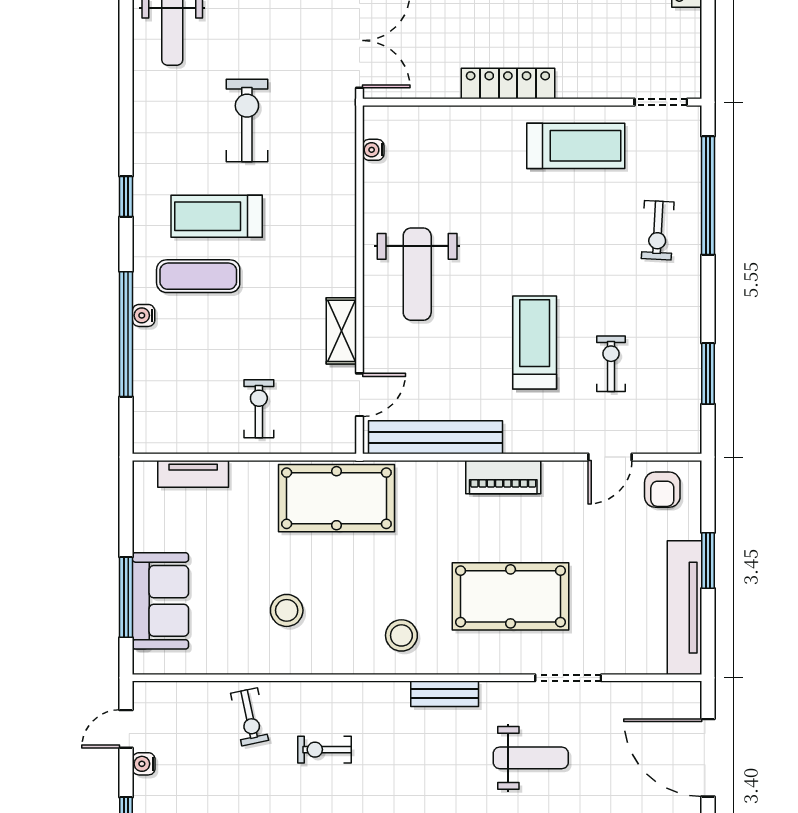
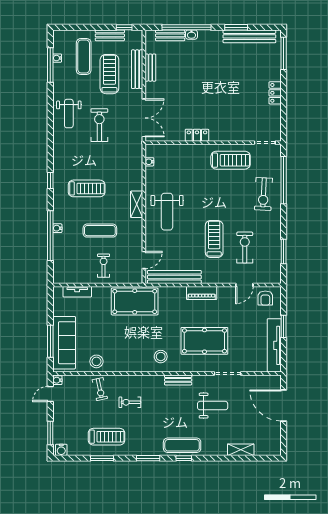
locker: (508, 84) -> (197, 135), width x0.66
exercise bike: (247, 120) -> (99, 125), moved
treadmill: (217, 216) -> (87, 188), turned 180
exercise bike: (658, 230) -> (263, 194), width x1.38, depth x1.39
exercise mat: (198, 276) -> (100, 231), moved
shelving: (341, 331) -> (137, 204), moved
exercise bike: (611, 364) -> (245, 248), width x1.38, depth x1.39
sofa: (160, 601) -> (64, 343), width x1.36
stool: (287, 610) -> (96, 361), moved
water cooler: (144, 764) -> (57, 380), moved

